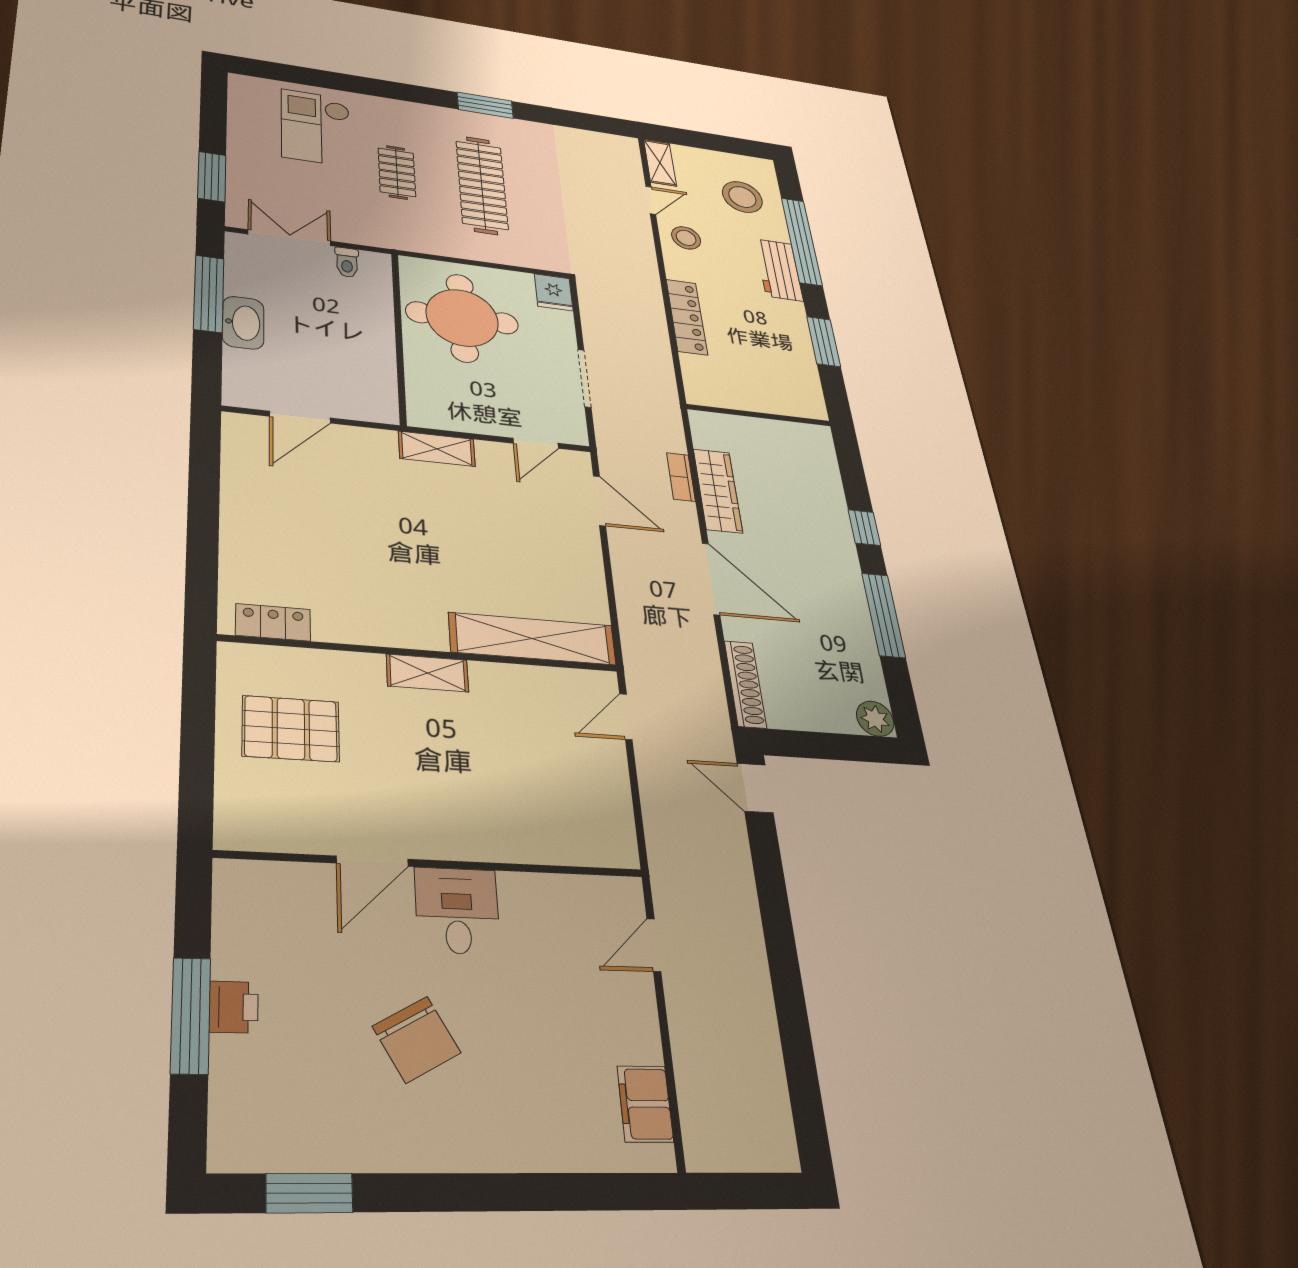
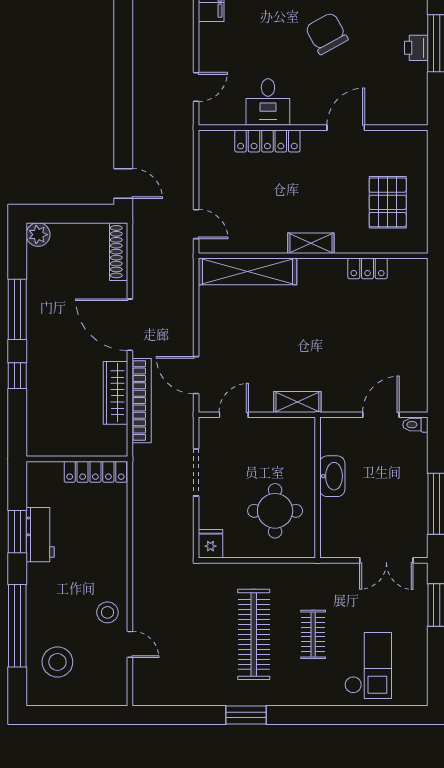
shelving: (660, 163) -> (118, 684), removed
door: (651, 200) -> (130, 644), swing flipped
toilet: (347, 262) -> (415, 425), moved, turned -90
workbench: (779, 270) -> (40, 535), moved
locker: (687, 317) -> (95, 472), moved, turned -90
round table: (462, 318) -> (275, 511), width x0.73, depth x0.73
washbasin: (243, 323) -> (332, 476), moved, turned 180
bookcase: (681, 477) -> (142, 401), width x2.31, depth x1.31
locker: (273, 622) -> (368, 268), moved
door: (626, 717) -> (196, 224), hinge flipped
pallet: (291, 729) -> (388, 202), turned 90
locker: (516, 845) -> (267, 141), added
desk: (457, 911) -> (268, 102), moved

